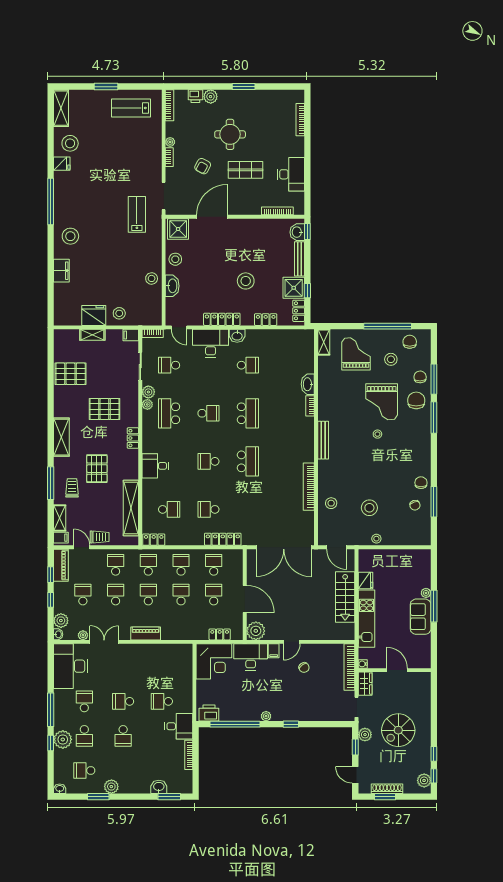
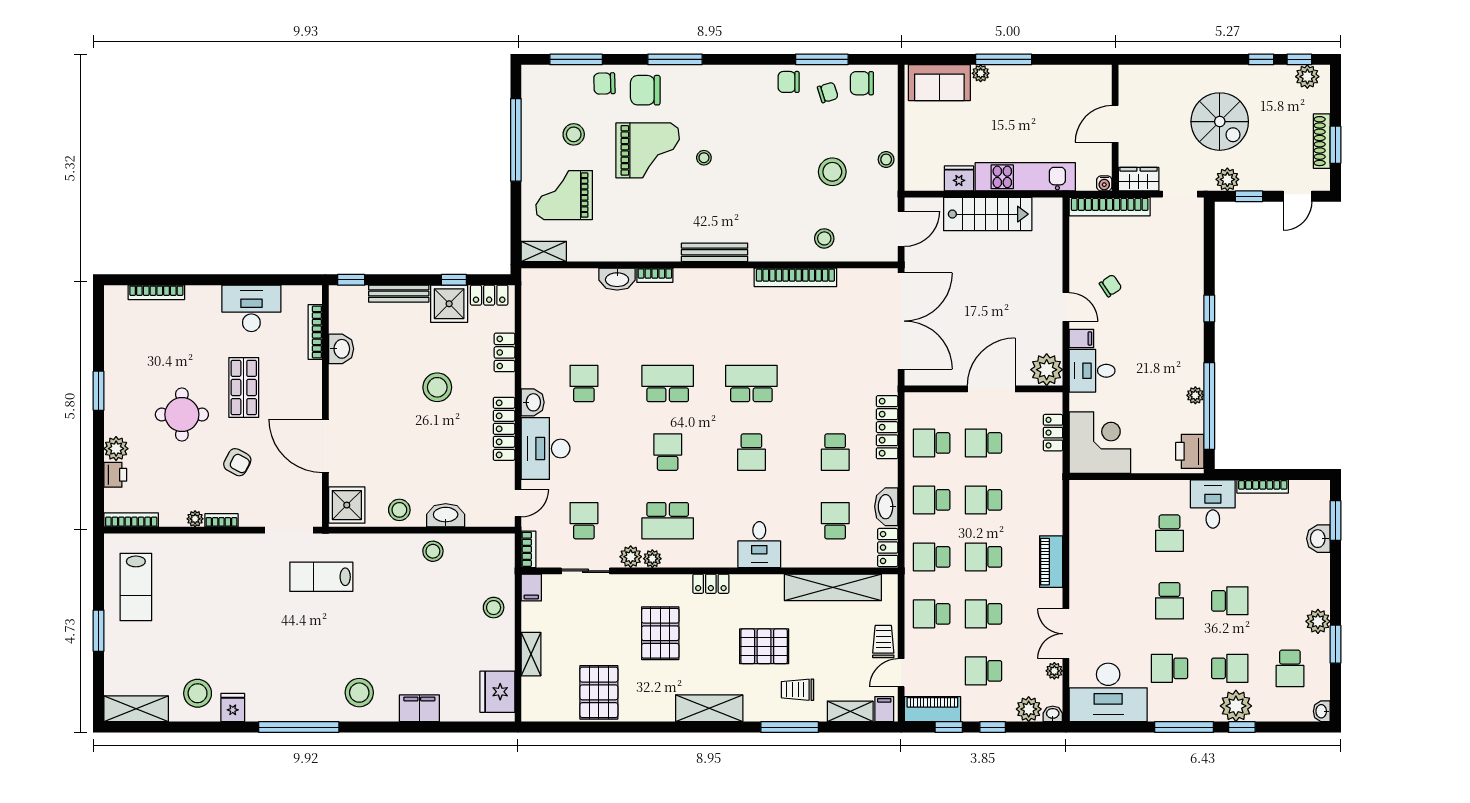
washbasin: (297, 232) -> (341, 349), moved, turned -90
fridge: (94, 315) -> (497, 692), moved
chair: (410, 342) -> (862, 83), moved
school desk: (169, 365) -> (584, 521), turned 180
window: (434, 379) -> (576, 59), moved
washbasin: (177, 539) -> (886, 507), added
sofa: (421, 617) -> (939, 83), moved
desk: (251, 657) -> (1092, 371), width x0.73
plant: (266, 716) -> (1195, 395), moved

